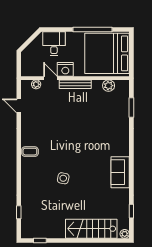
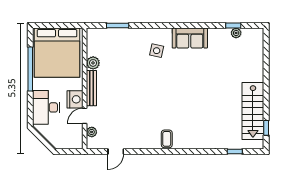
desk: (54, 44) -> (46, 107), width x1.37
plant: (109, 86) -> (93, 63), moved
side table: (63, 178) -> (157, 51), moved
stairs: (91, 229) -> (253, 111), moved
plant: (125, 234) -> (236, 33), moved

